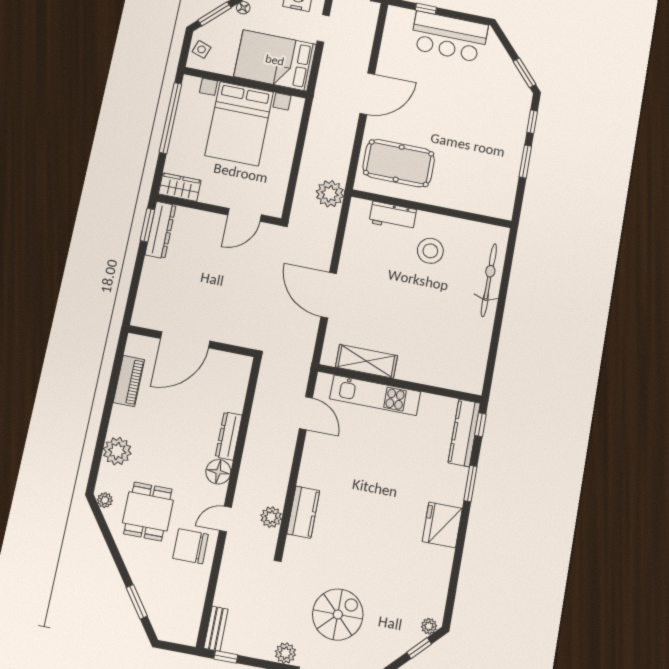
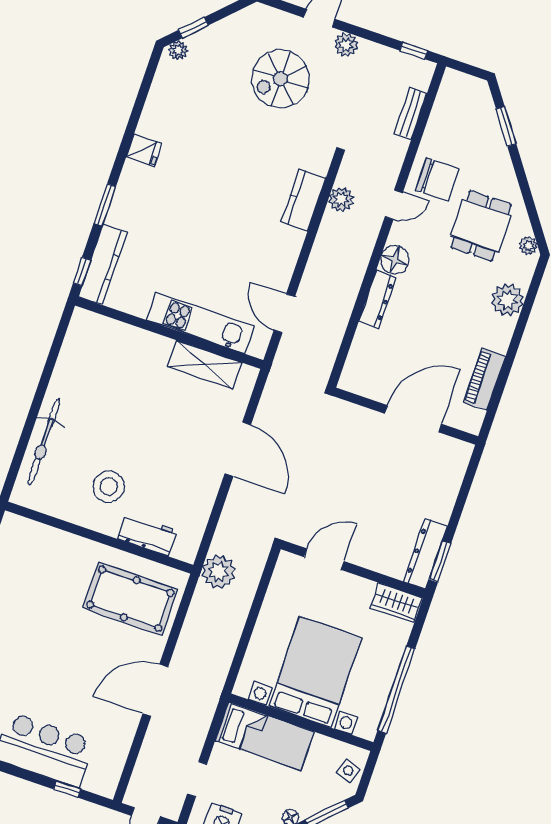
bed: (275, 60) -> (265, 736), width x0.67
fridge: (442, 525) -> (144, 150), width x0.53, depth x0.75
bench: (216, 629) -> (410, 113), moved

